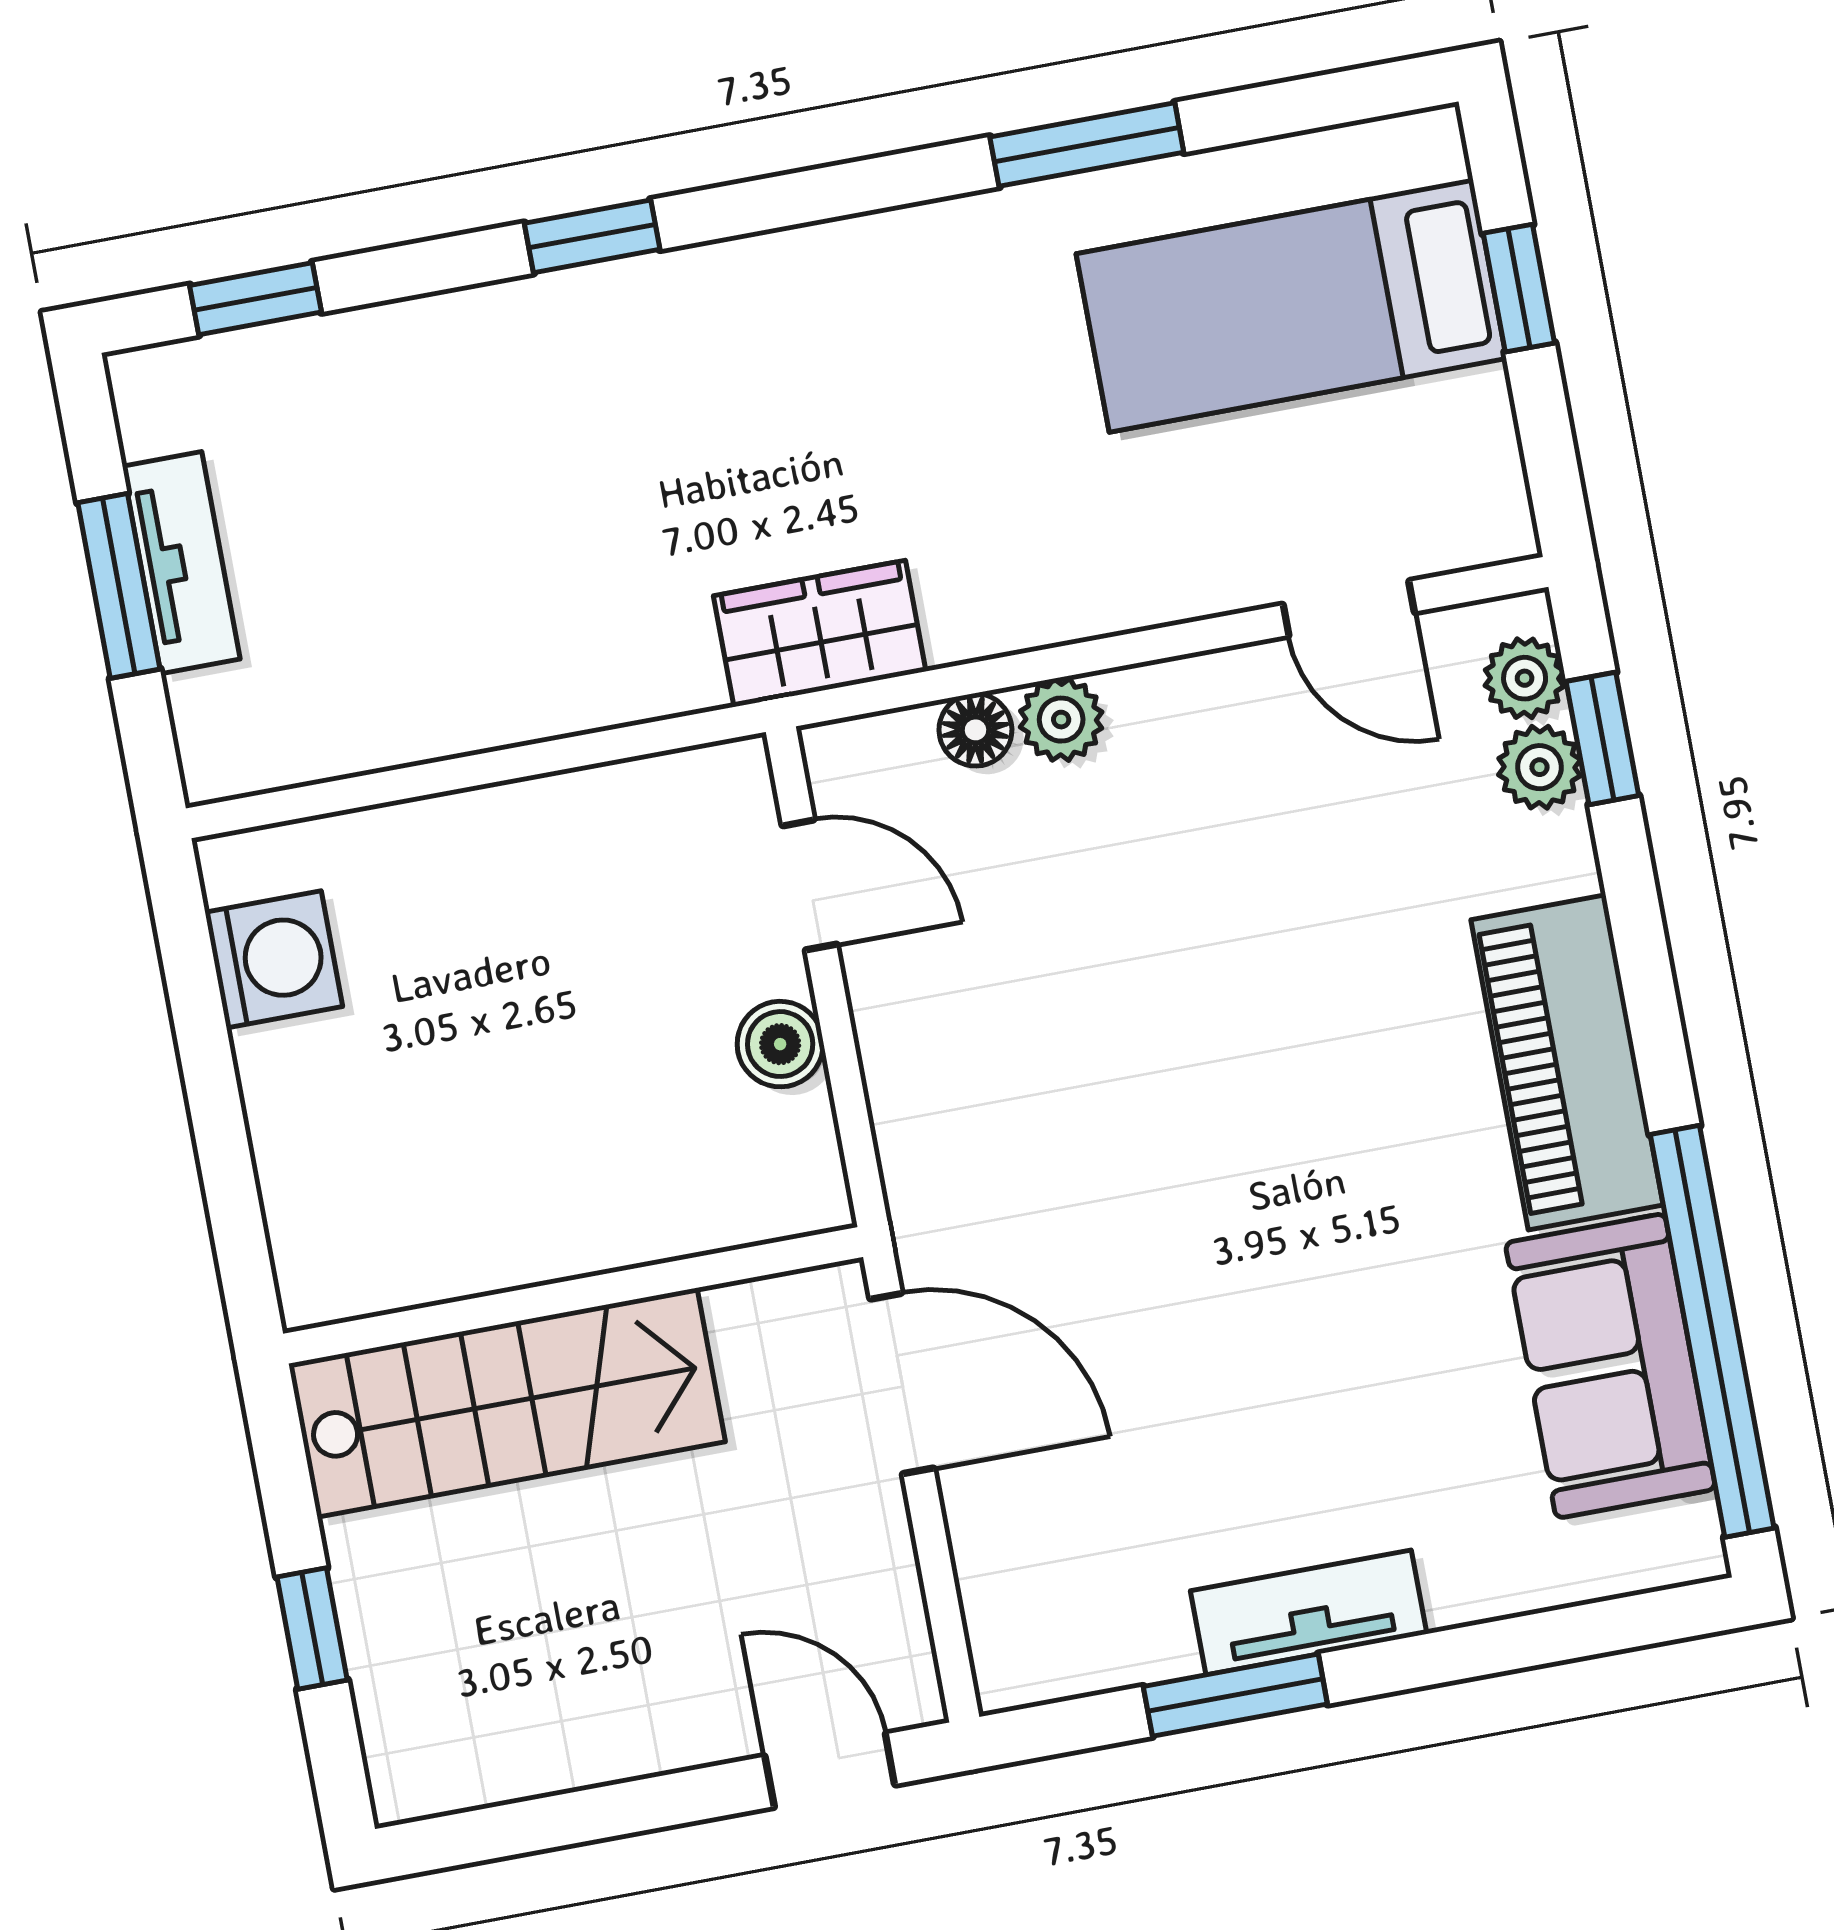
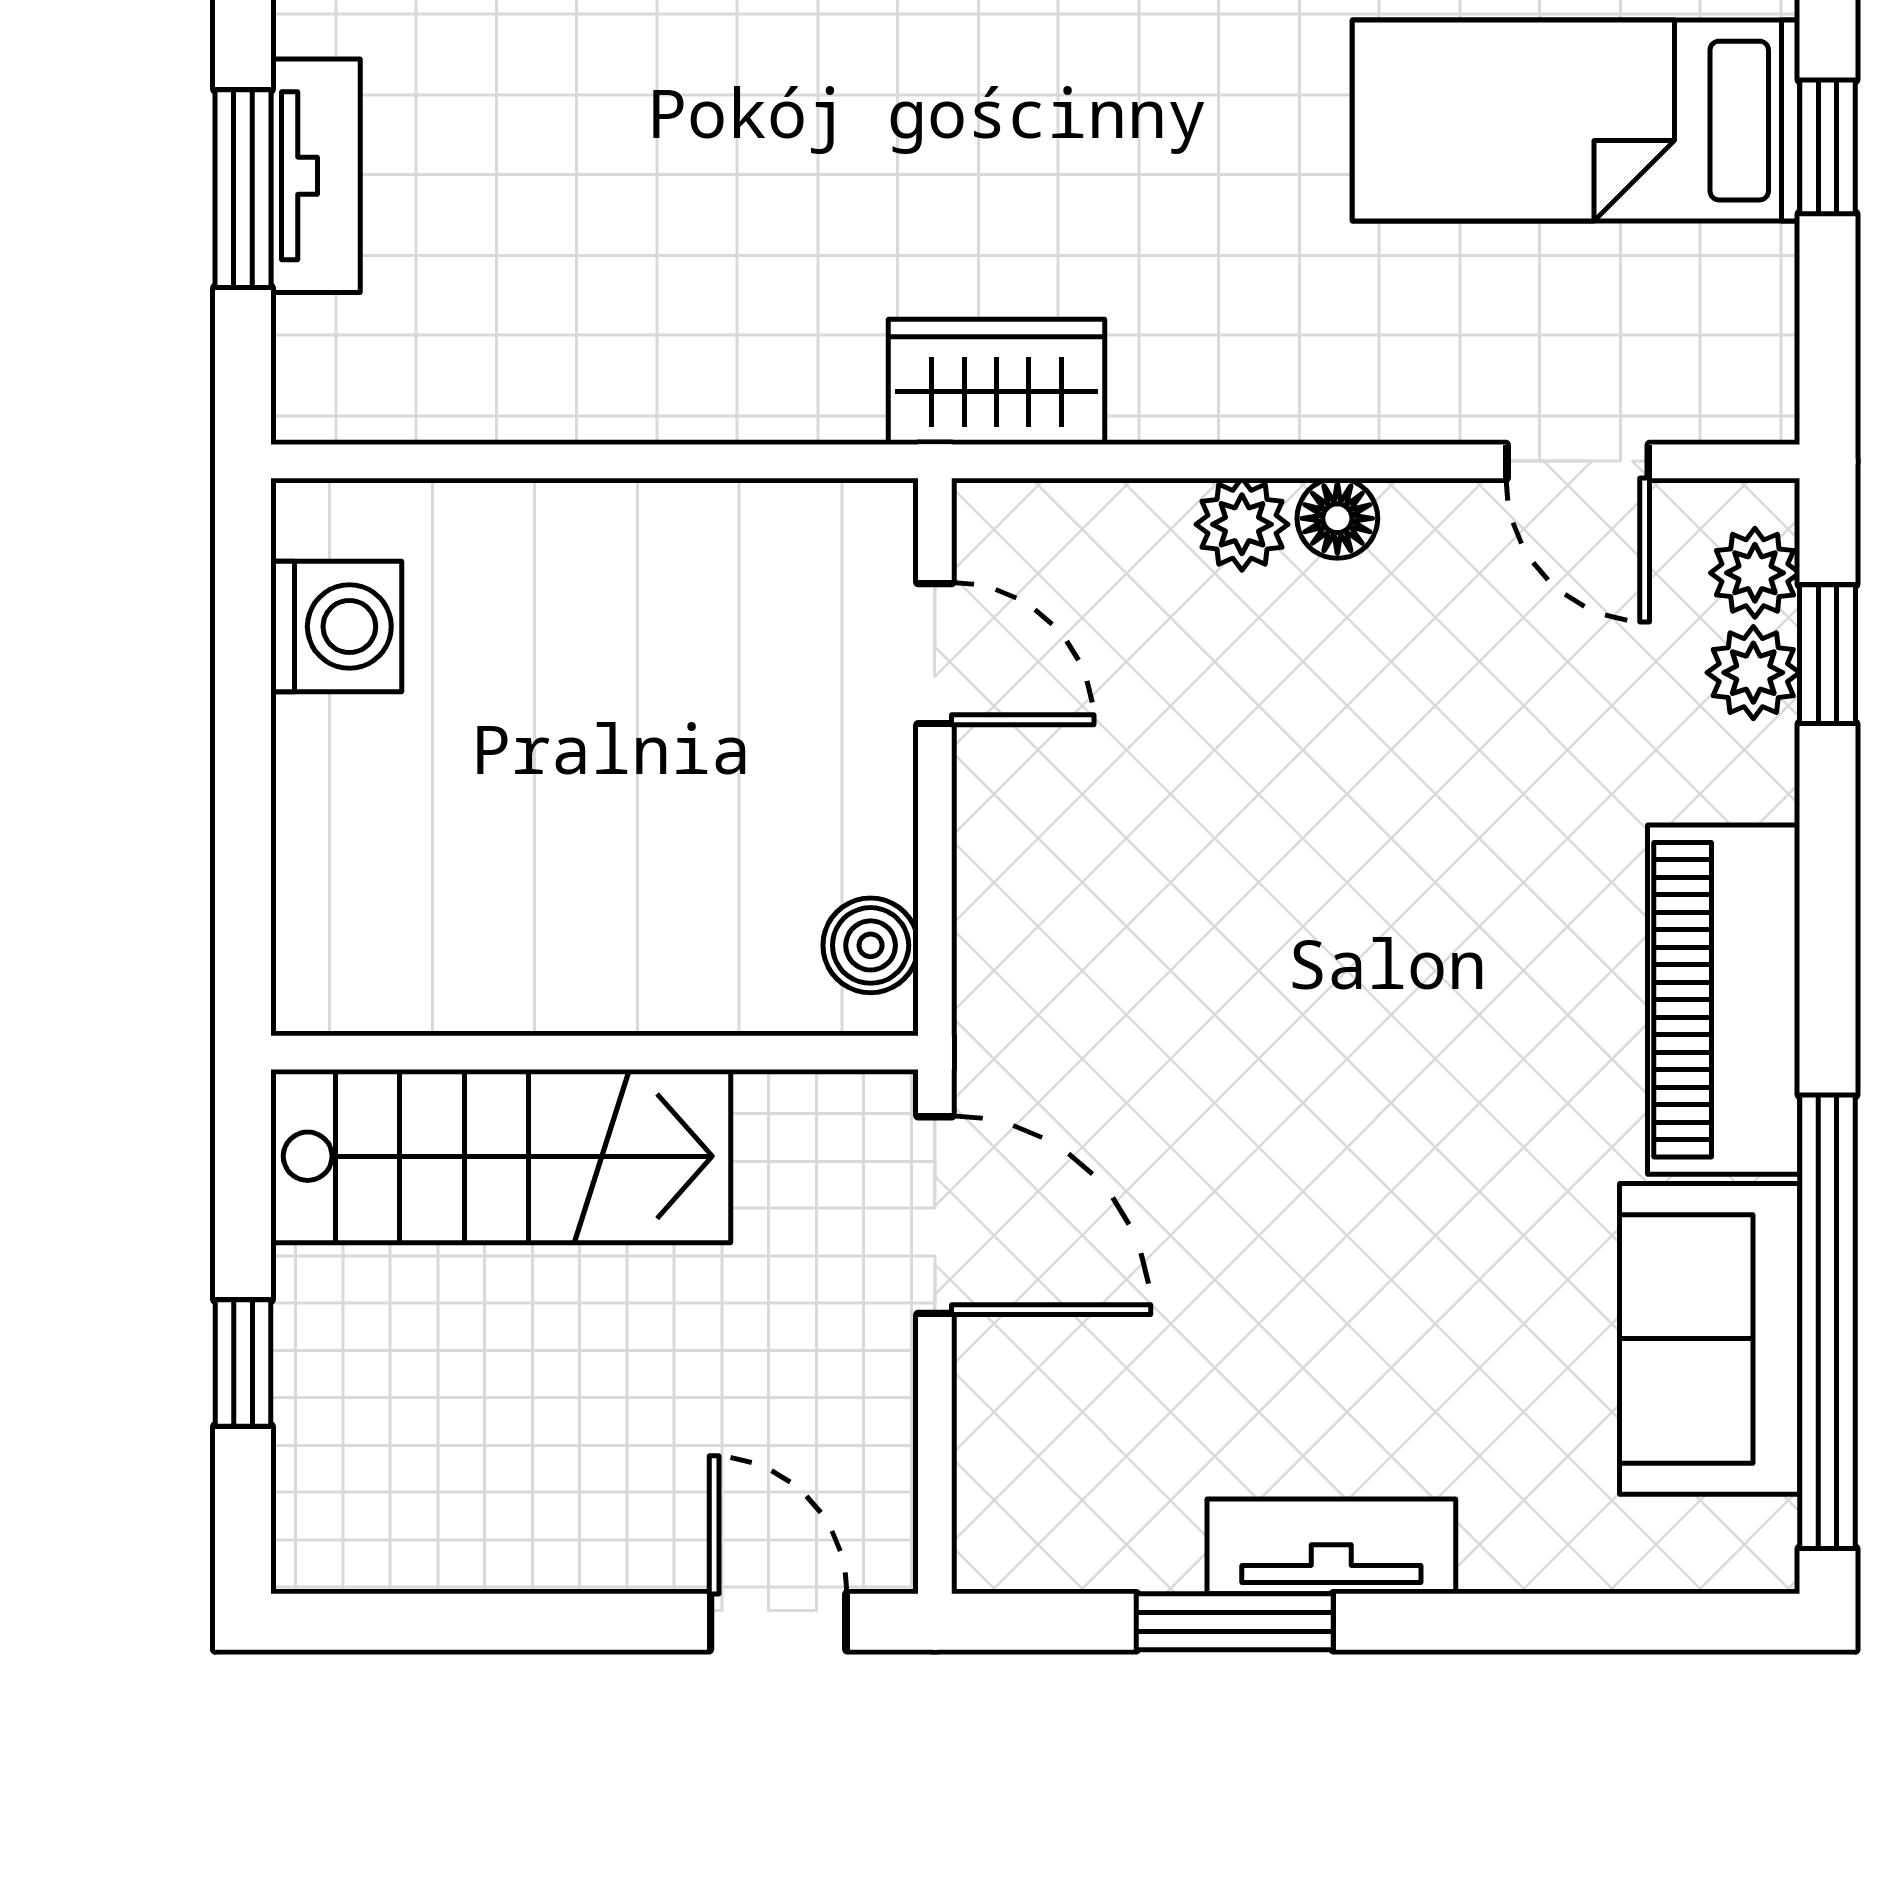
floor lamp: (975, 730) -> (1337, 518), moved
boiler: (780, 1044) -> (871, 945), moved

